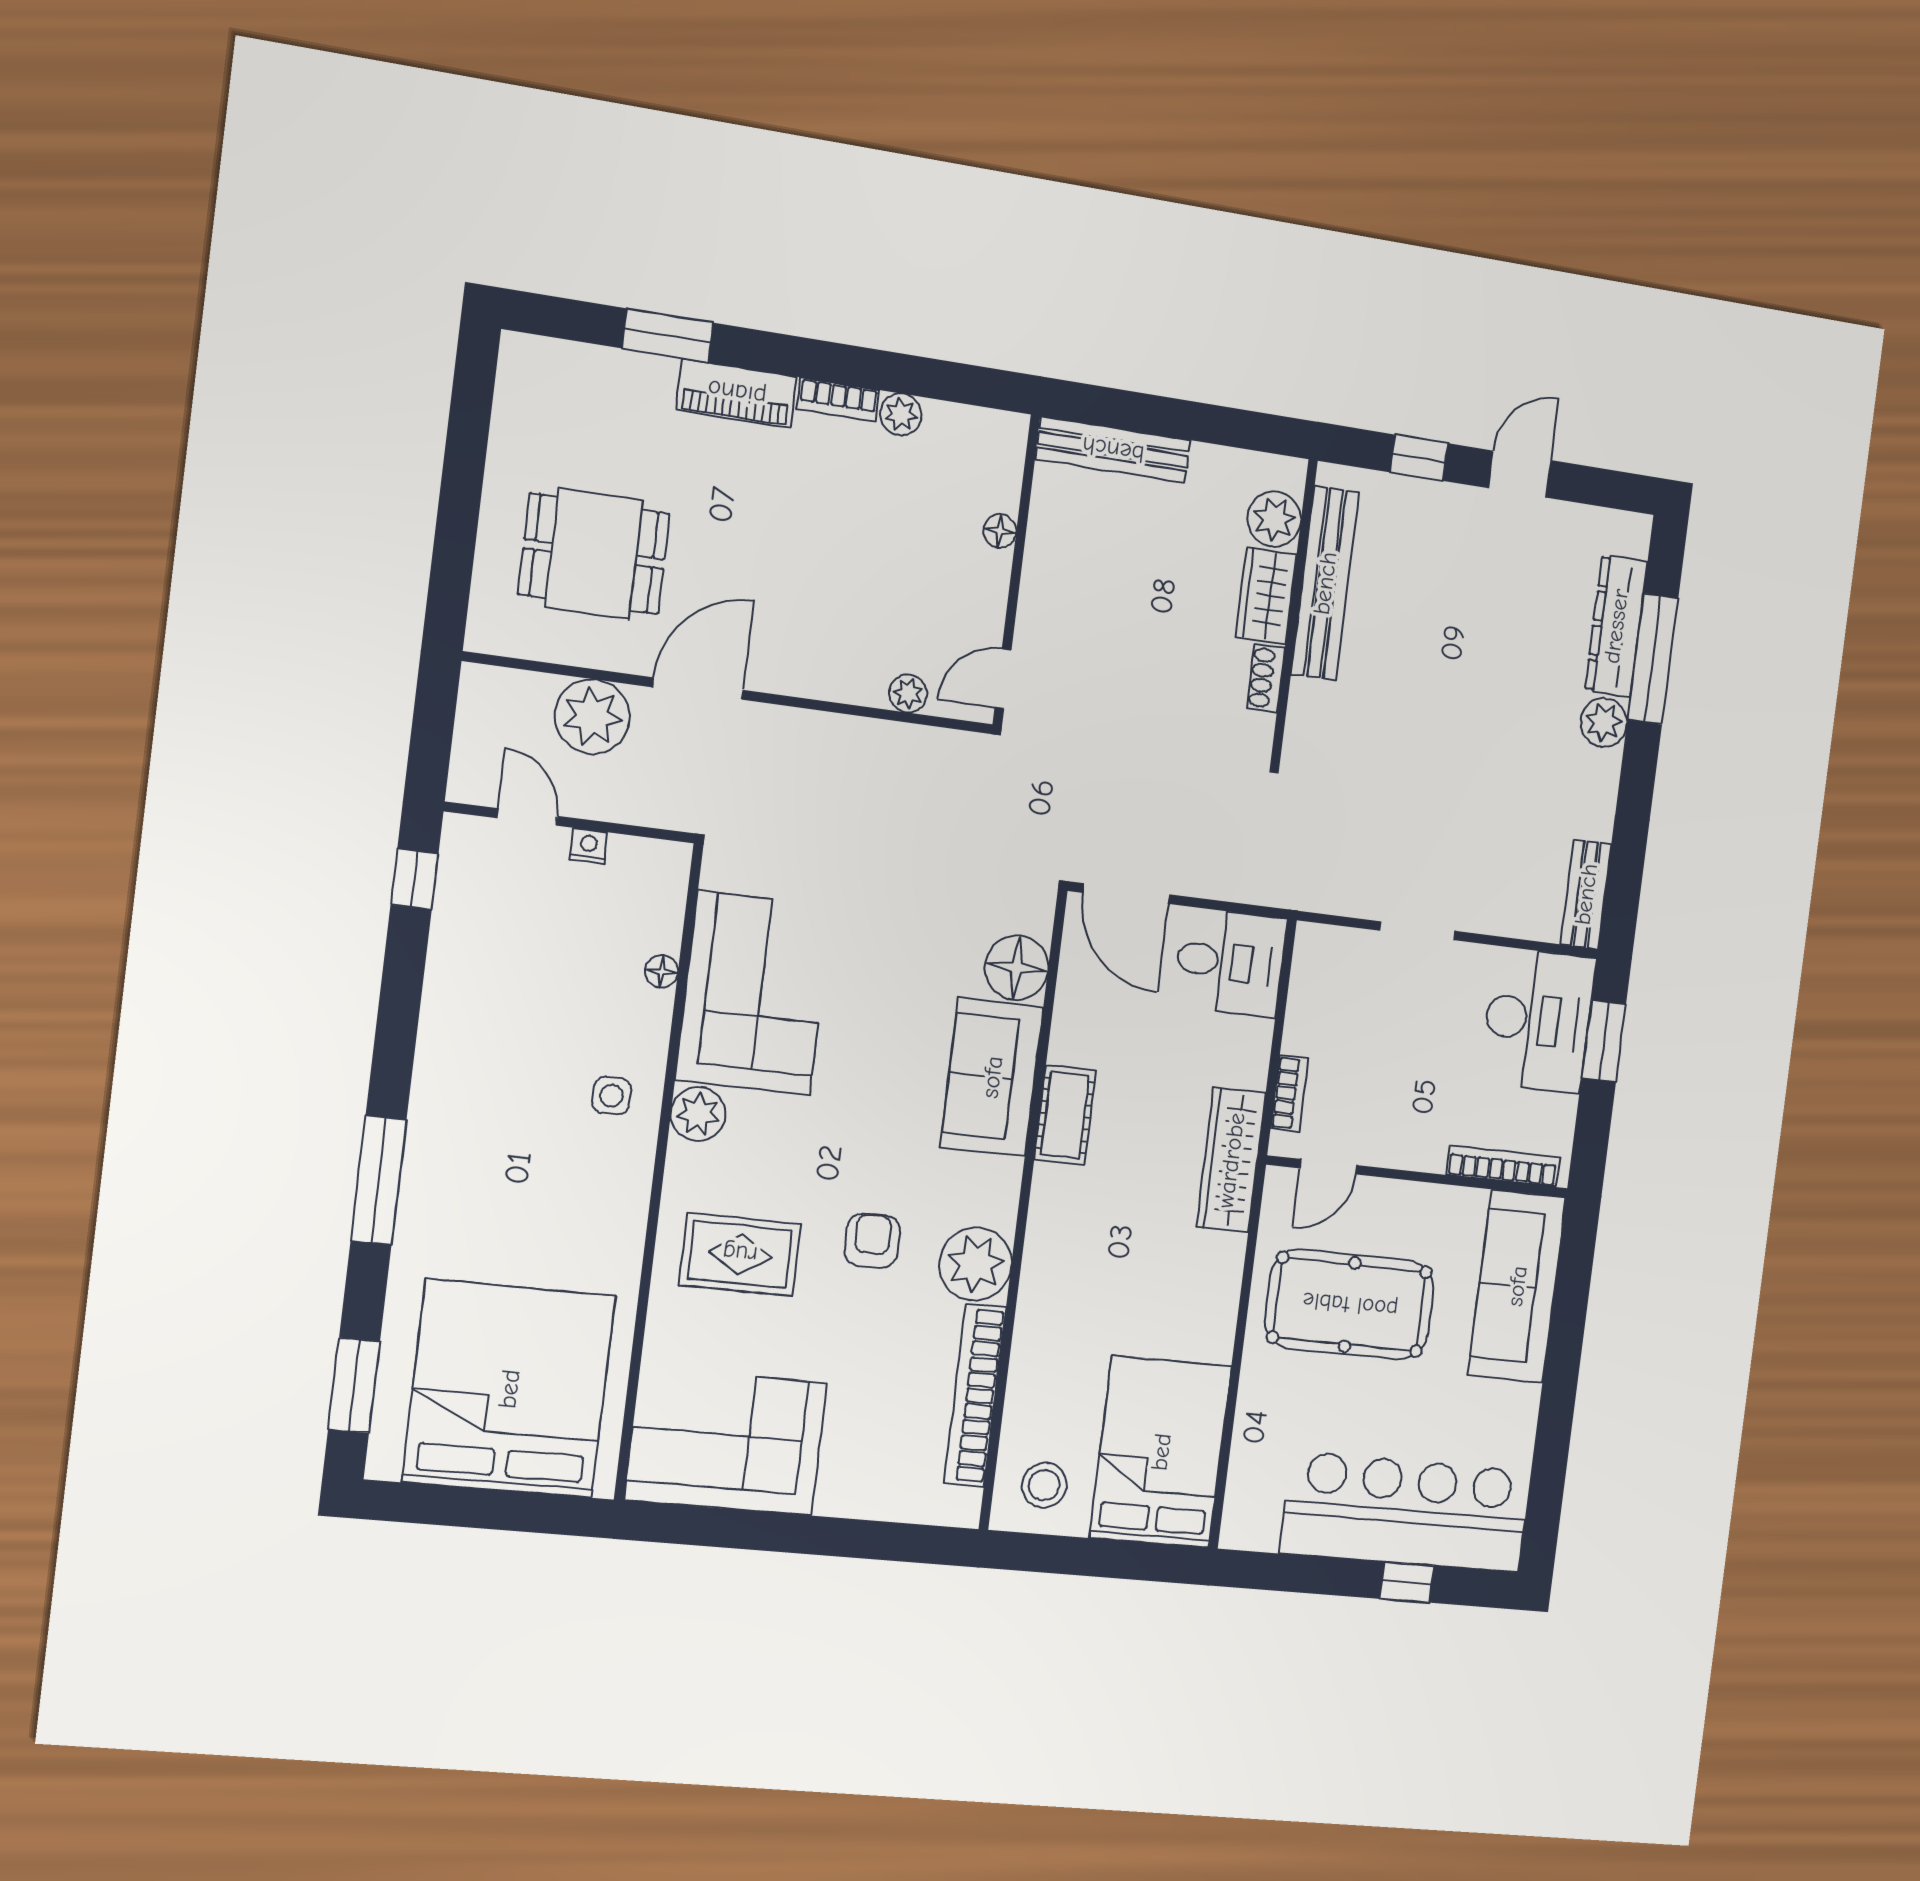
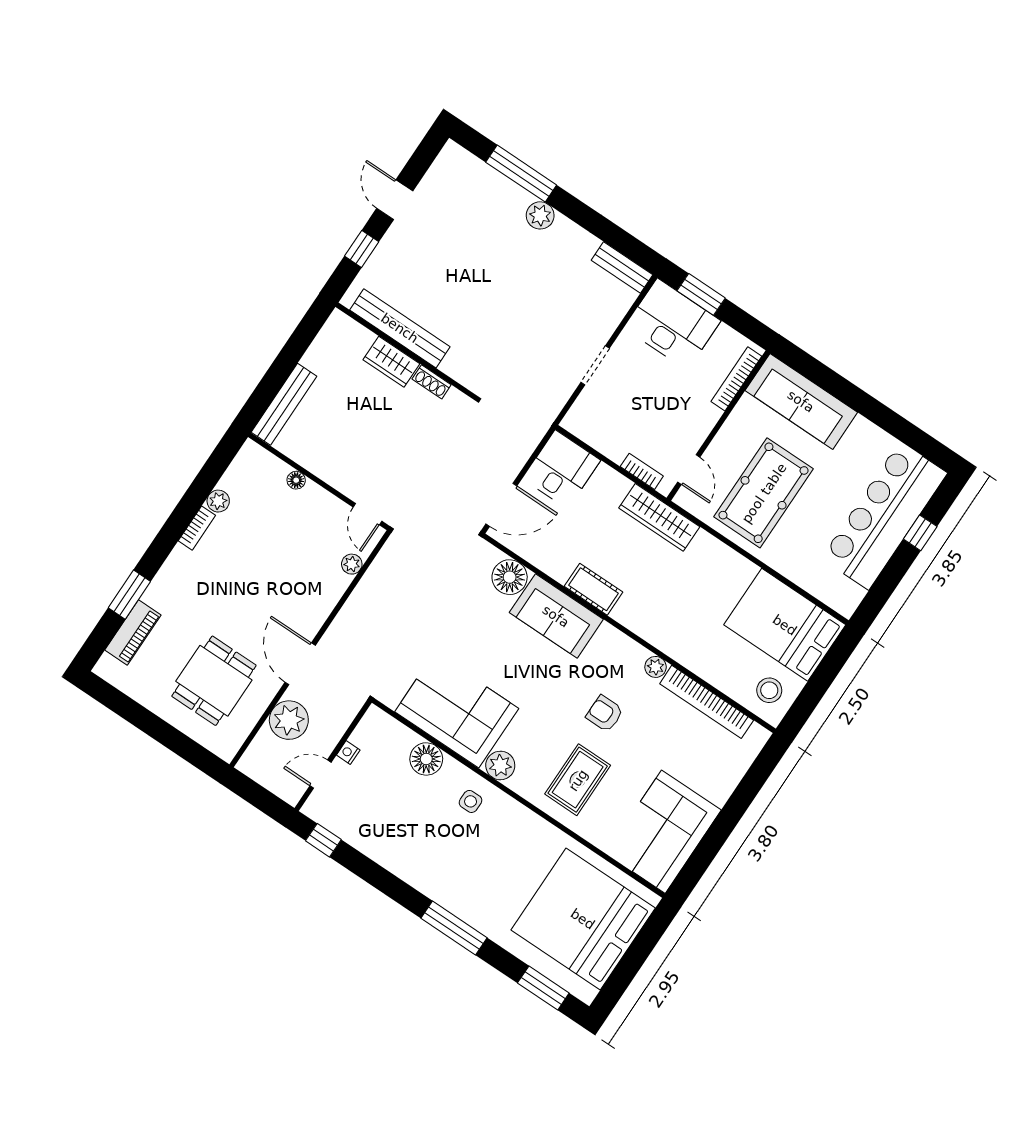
piano: (737, 393) -> (133, 632), moved
plant: (1274, 519) -> (356, 339), removed
dresser: (1616, 626) -> (495, 185), removed
floor lamp: (662, 971) -> (426, 759), width x1.89, depth x1.89
plant: (975, 1264) -> (656, 667), width x0.53, depth x0.53

